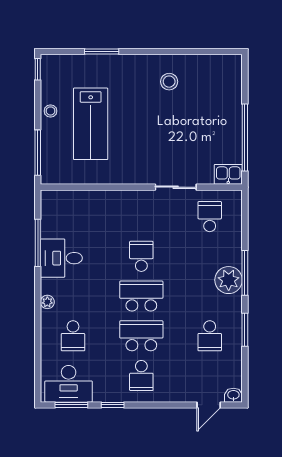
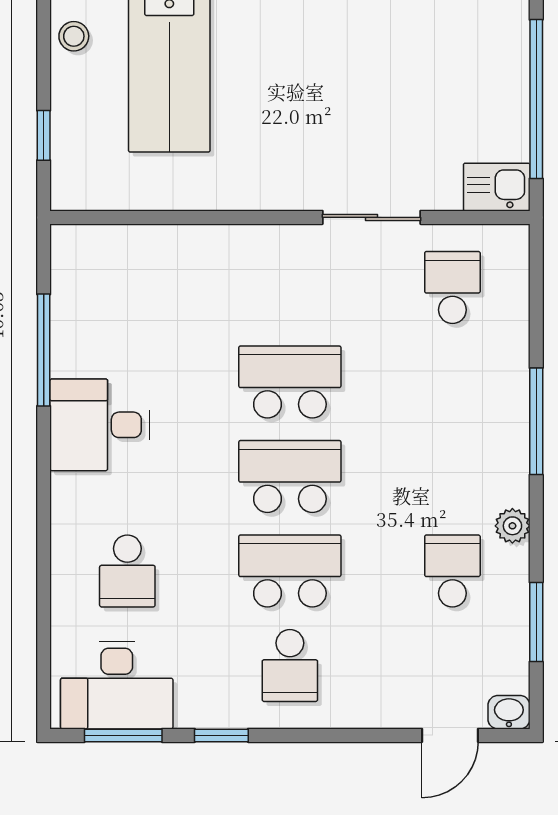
window: (38, 153) -> (44, 135), width x0.46
school desk: (141, 256) -> (290, 382), width x1.85
desk: (61, 258) -> (100, 425), moved
plant: (229, 280) -> (512, 526), moved, width x0.53, depth x0.53
plant: (47, 302) -> (66, 490), removed
window: (245, 330) -> (536, 622), moved
school desk: (210, 336) -> (452, 571), turned 180

